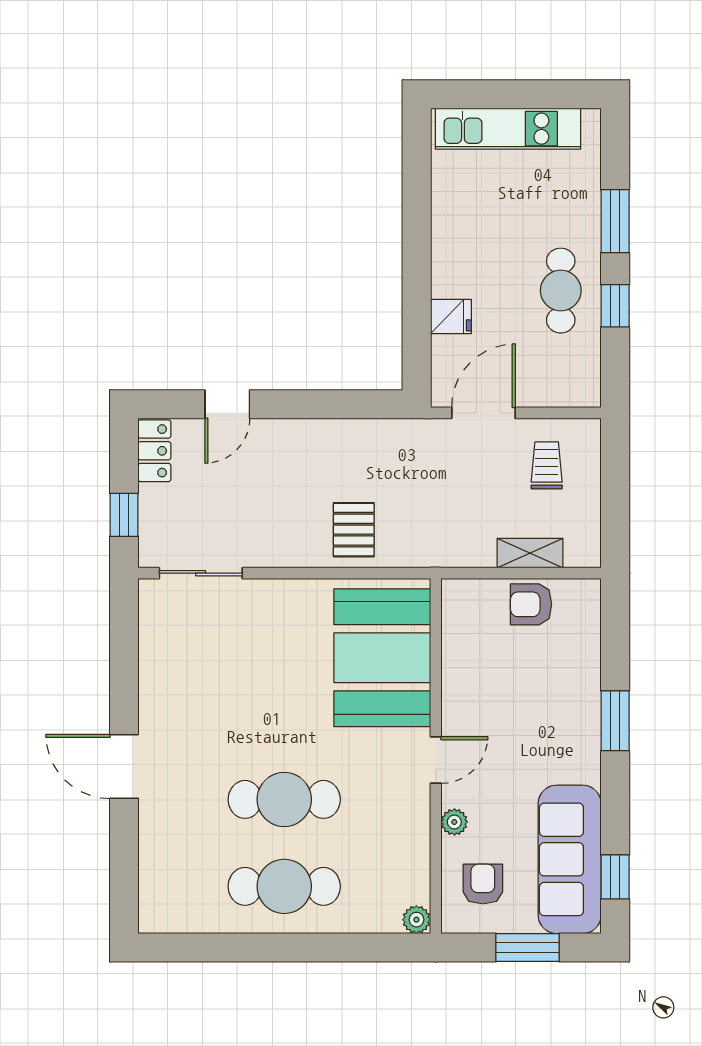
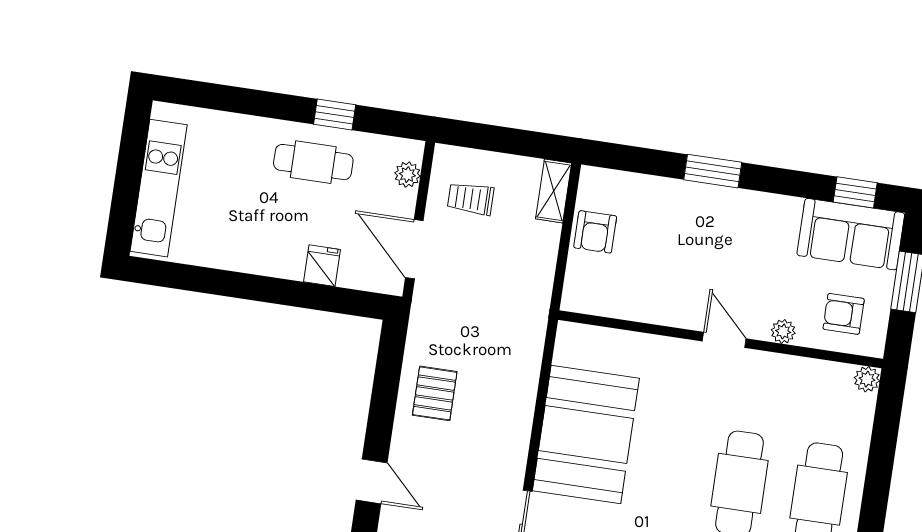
window: (615, 221) -> (257, 103), removed
plant: (562, 394) -> (407, 175), added
pallet: (354, 530) -> (435, 393), moved, turned 90
shelving: (530, 553) -> (554, 191), moved
booth: (382, 658) -> (586, 434), moved, turned 90
sofa: (570, 859) -> (851, 234), width x0.73

